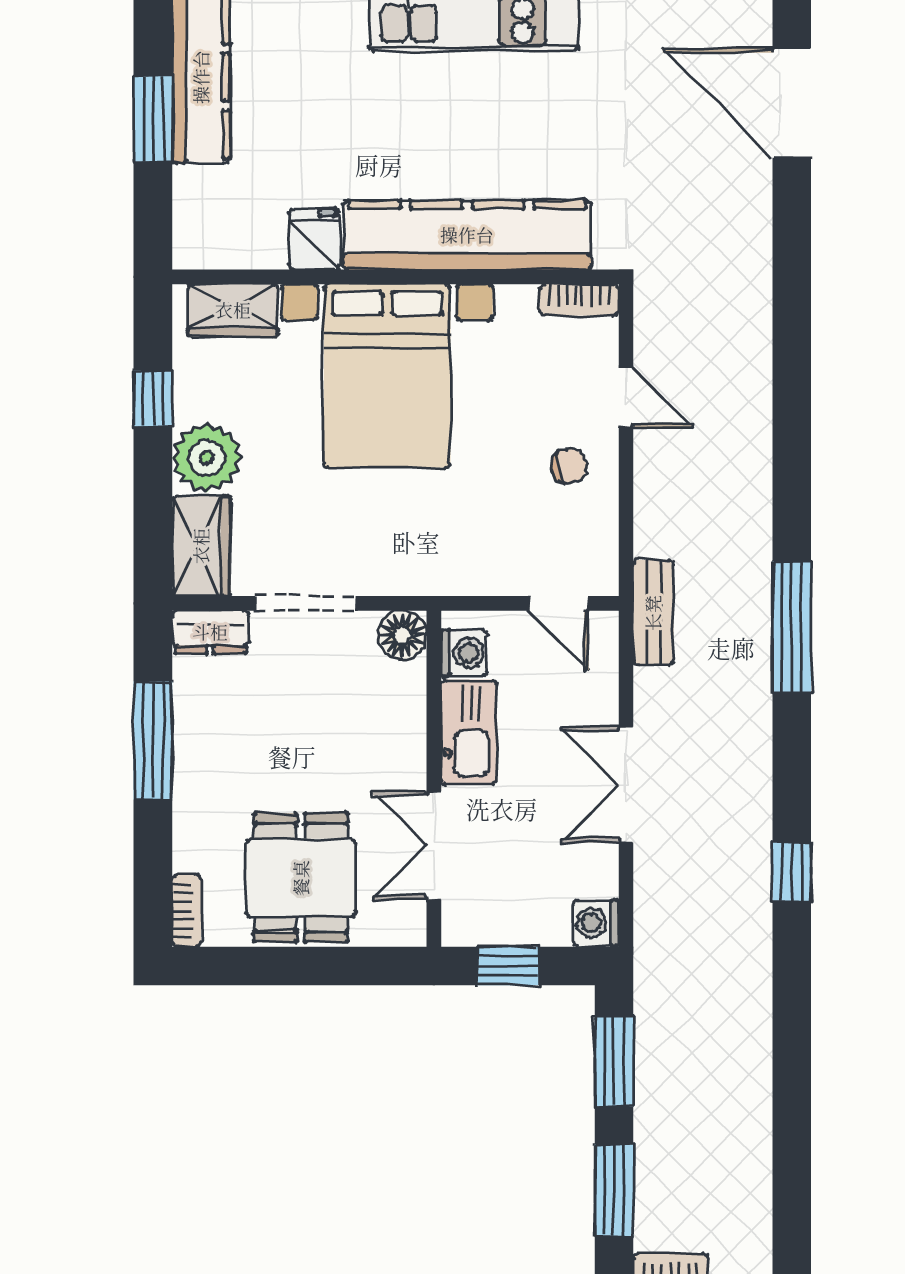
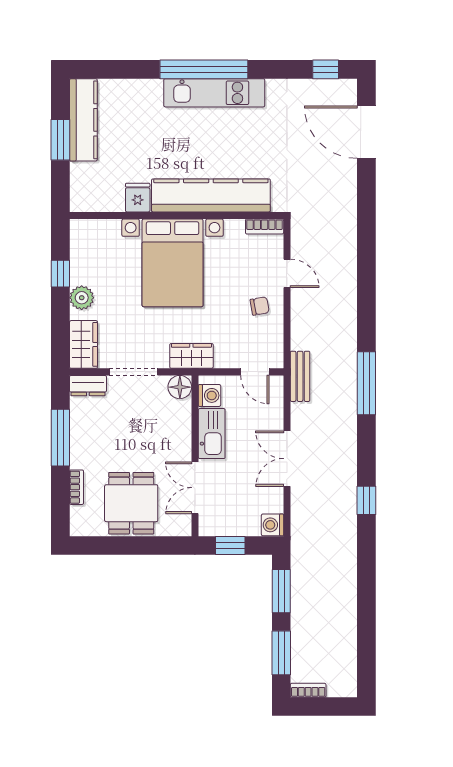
wardrobe: (233, 310) -> (191, 356), moved, turned 180
plant: (207, 458) -> (82, 298), width x0.73, depth x0.73
bookcase: (187, 911) -> (77, 487), moved

